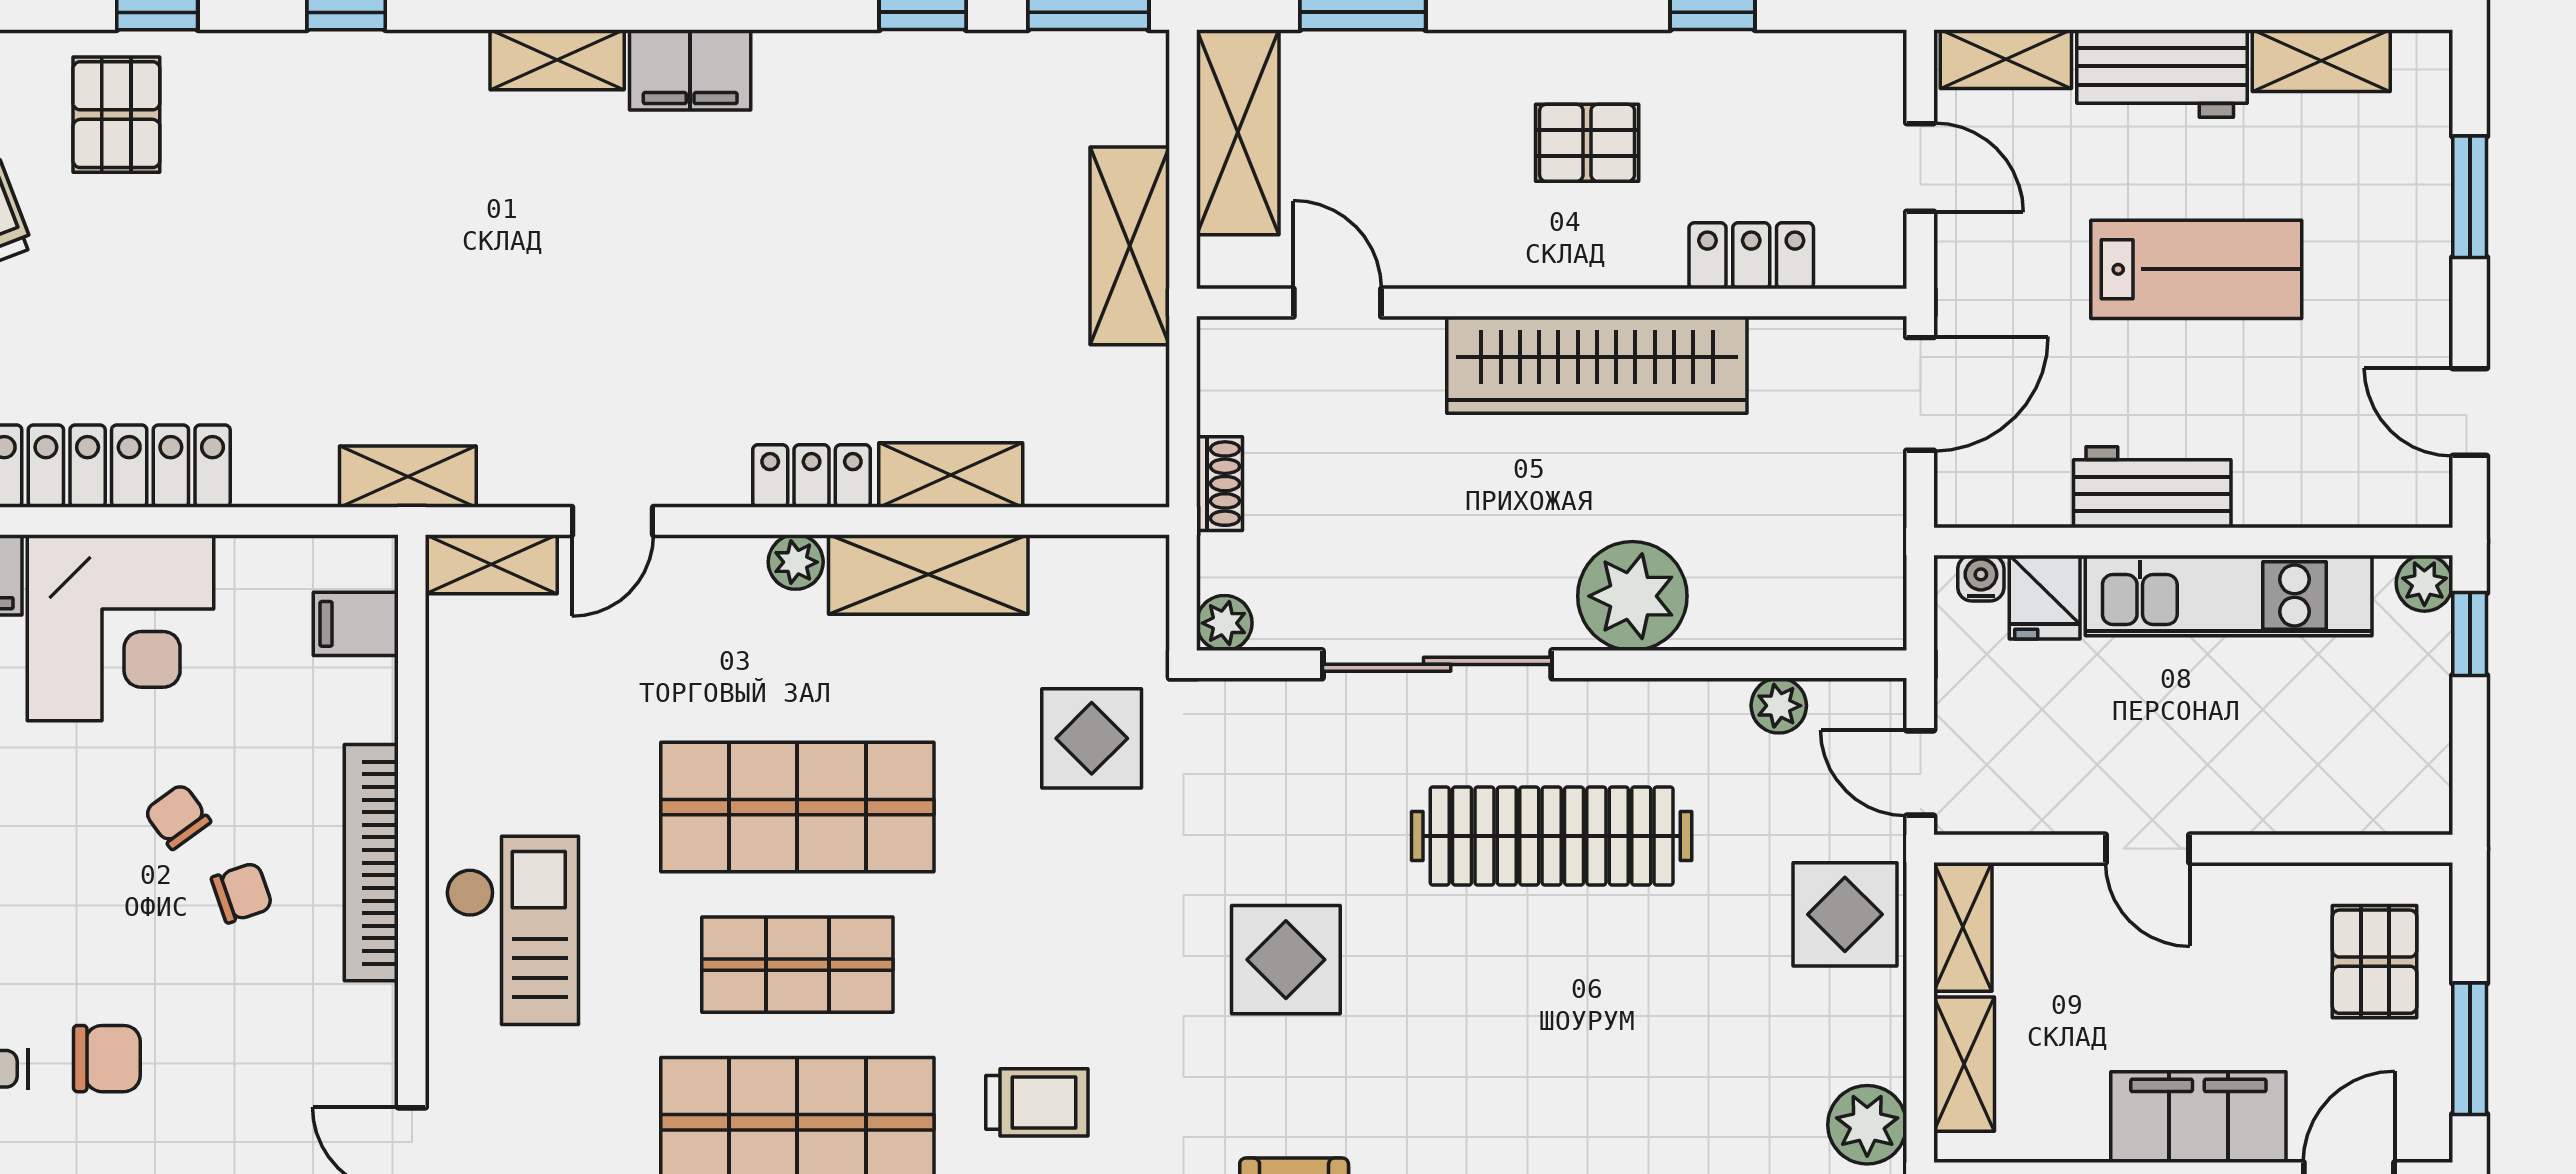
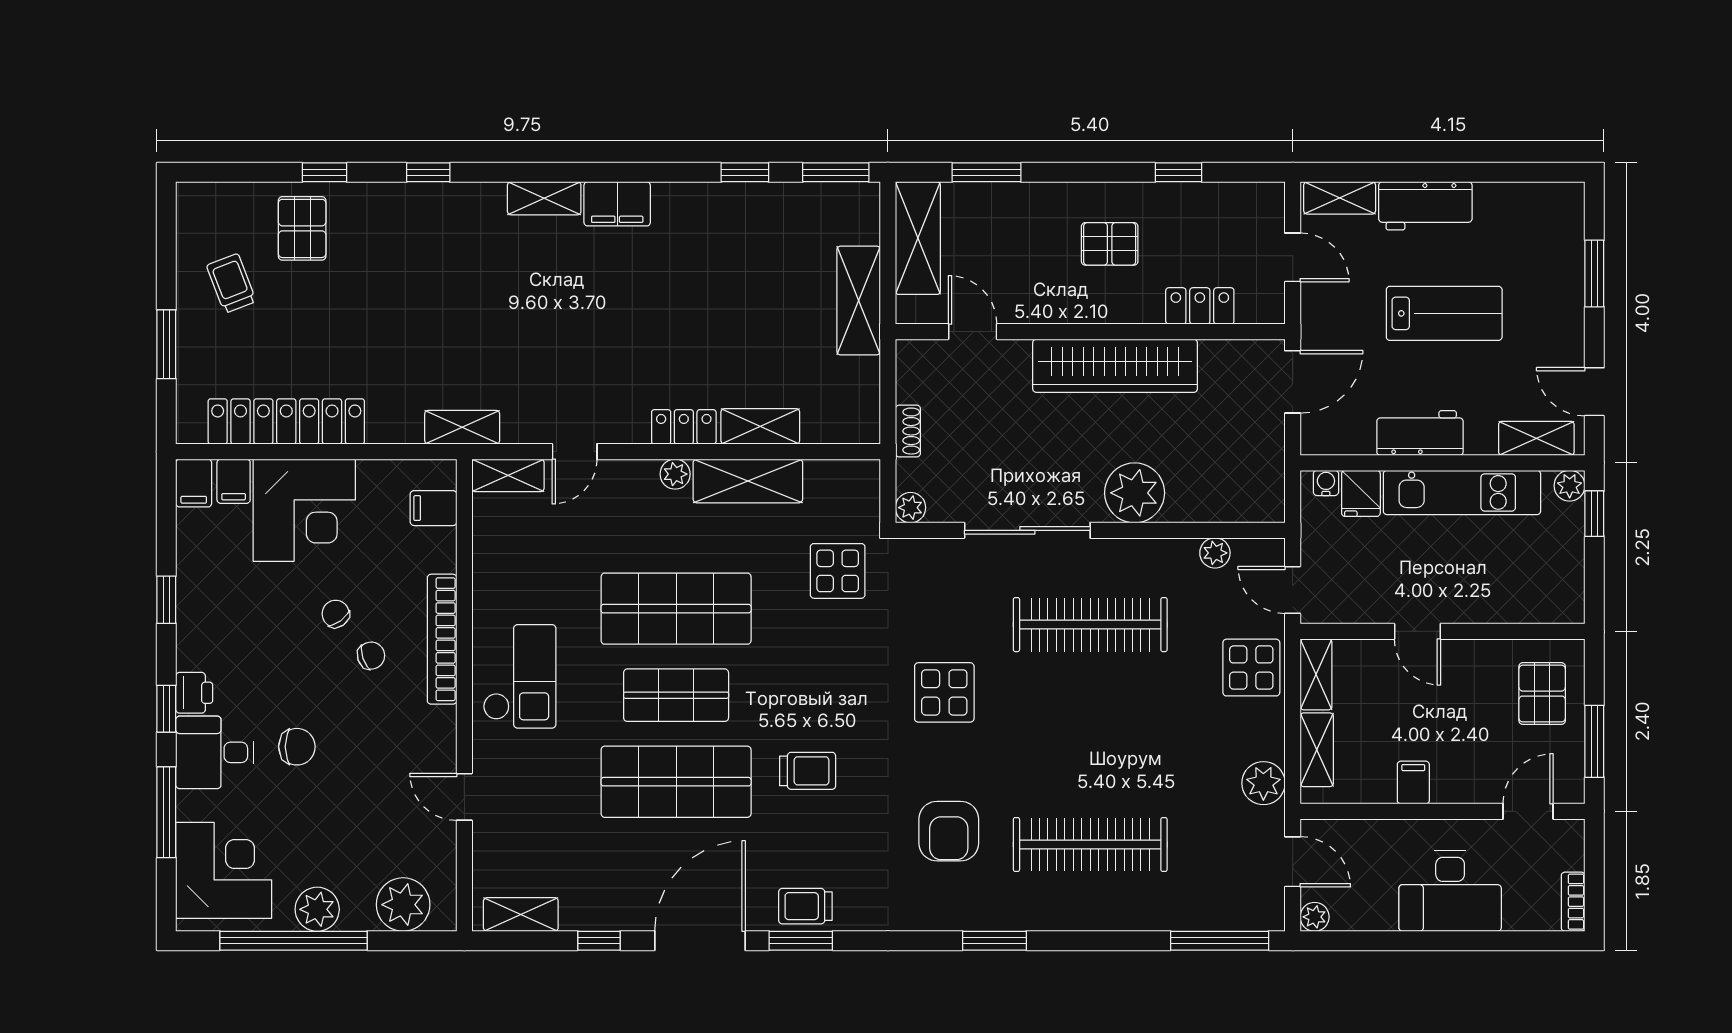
shelving: (2321, 61) -> (1536, 438), moved
filing cabinet: (2198, 1117) -> (1413, 782), width x0.33, depth x0.86

